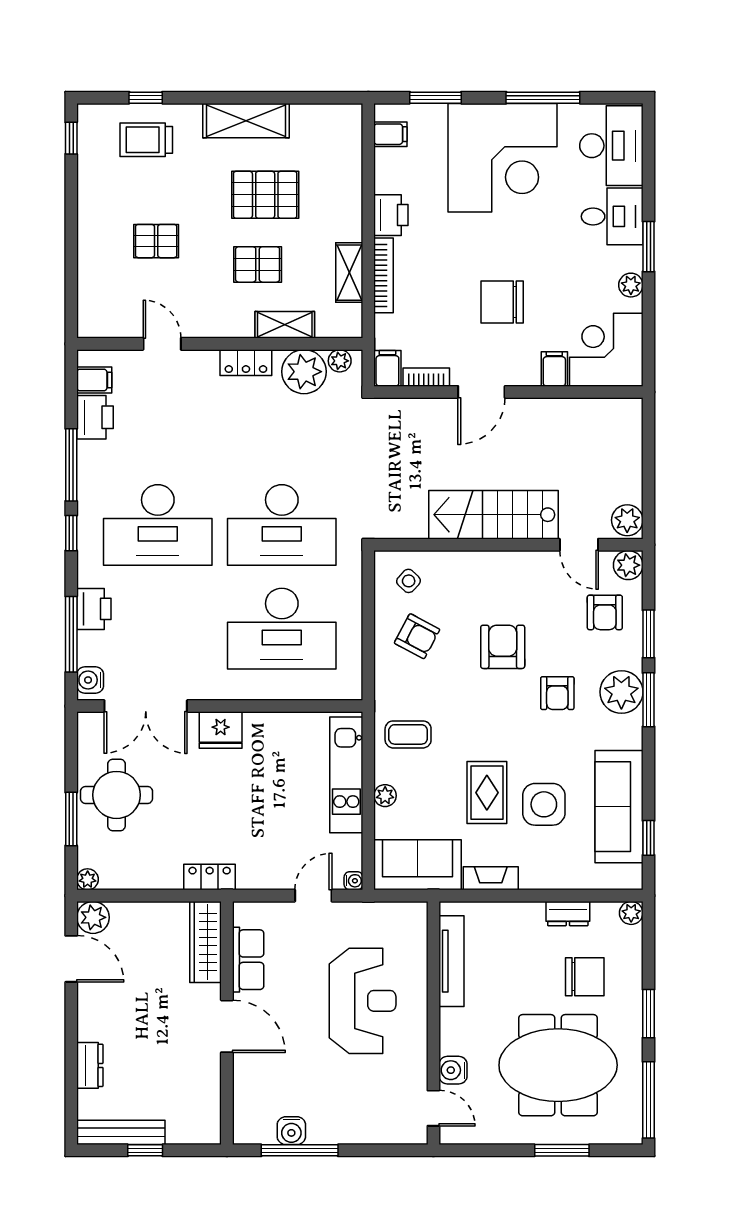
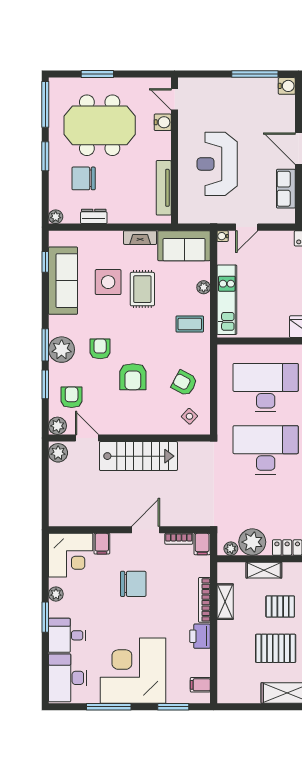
water cooler: (291, 1131) -> (287, 86), moved, turned 90

